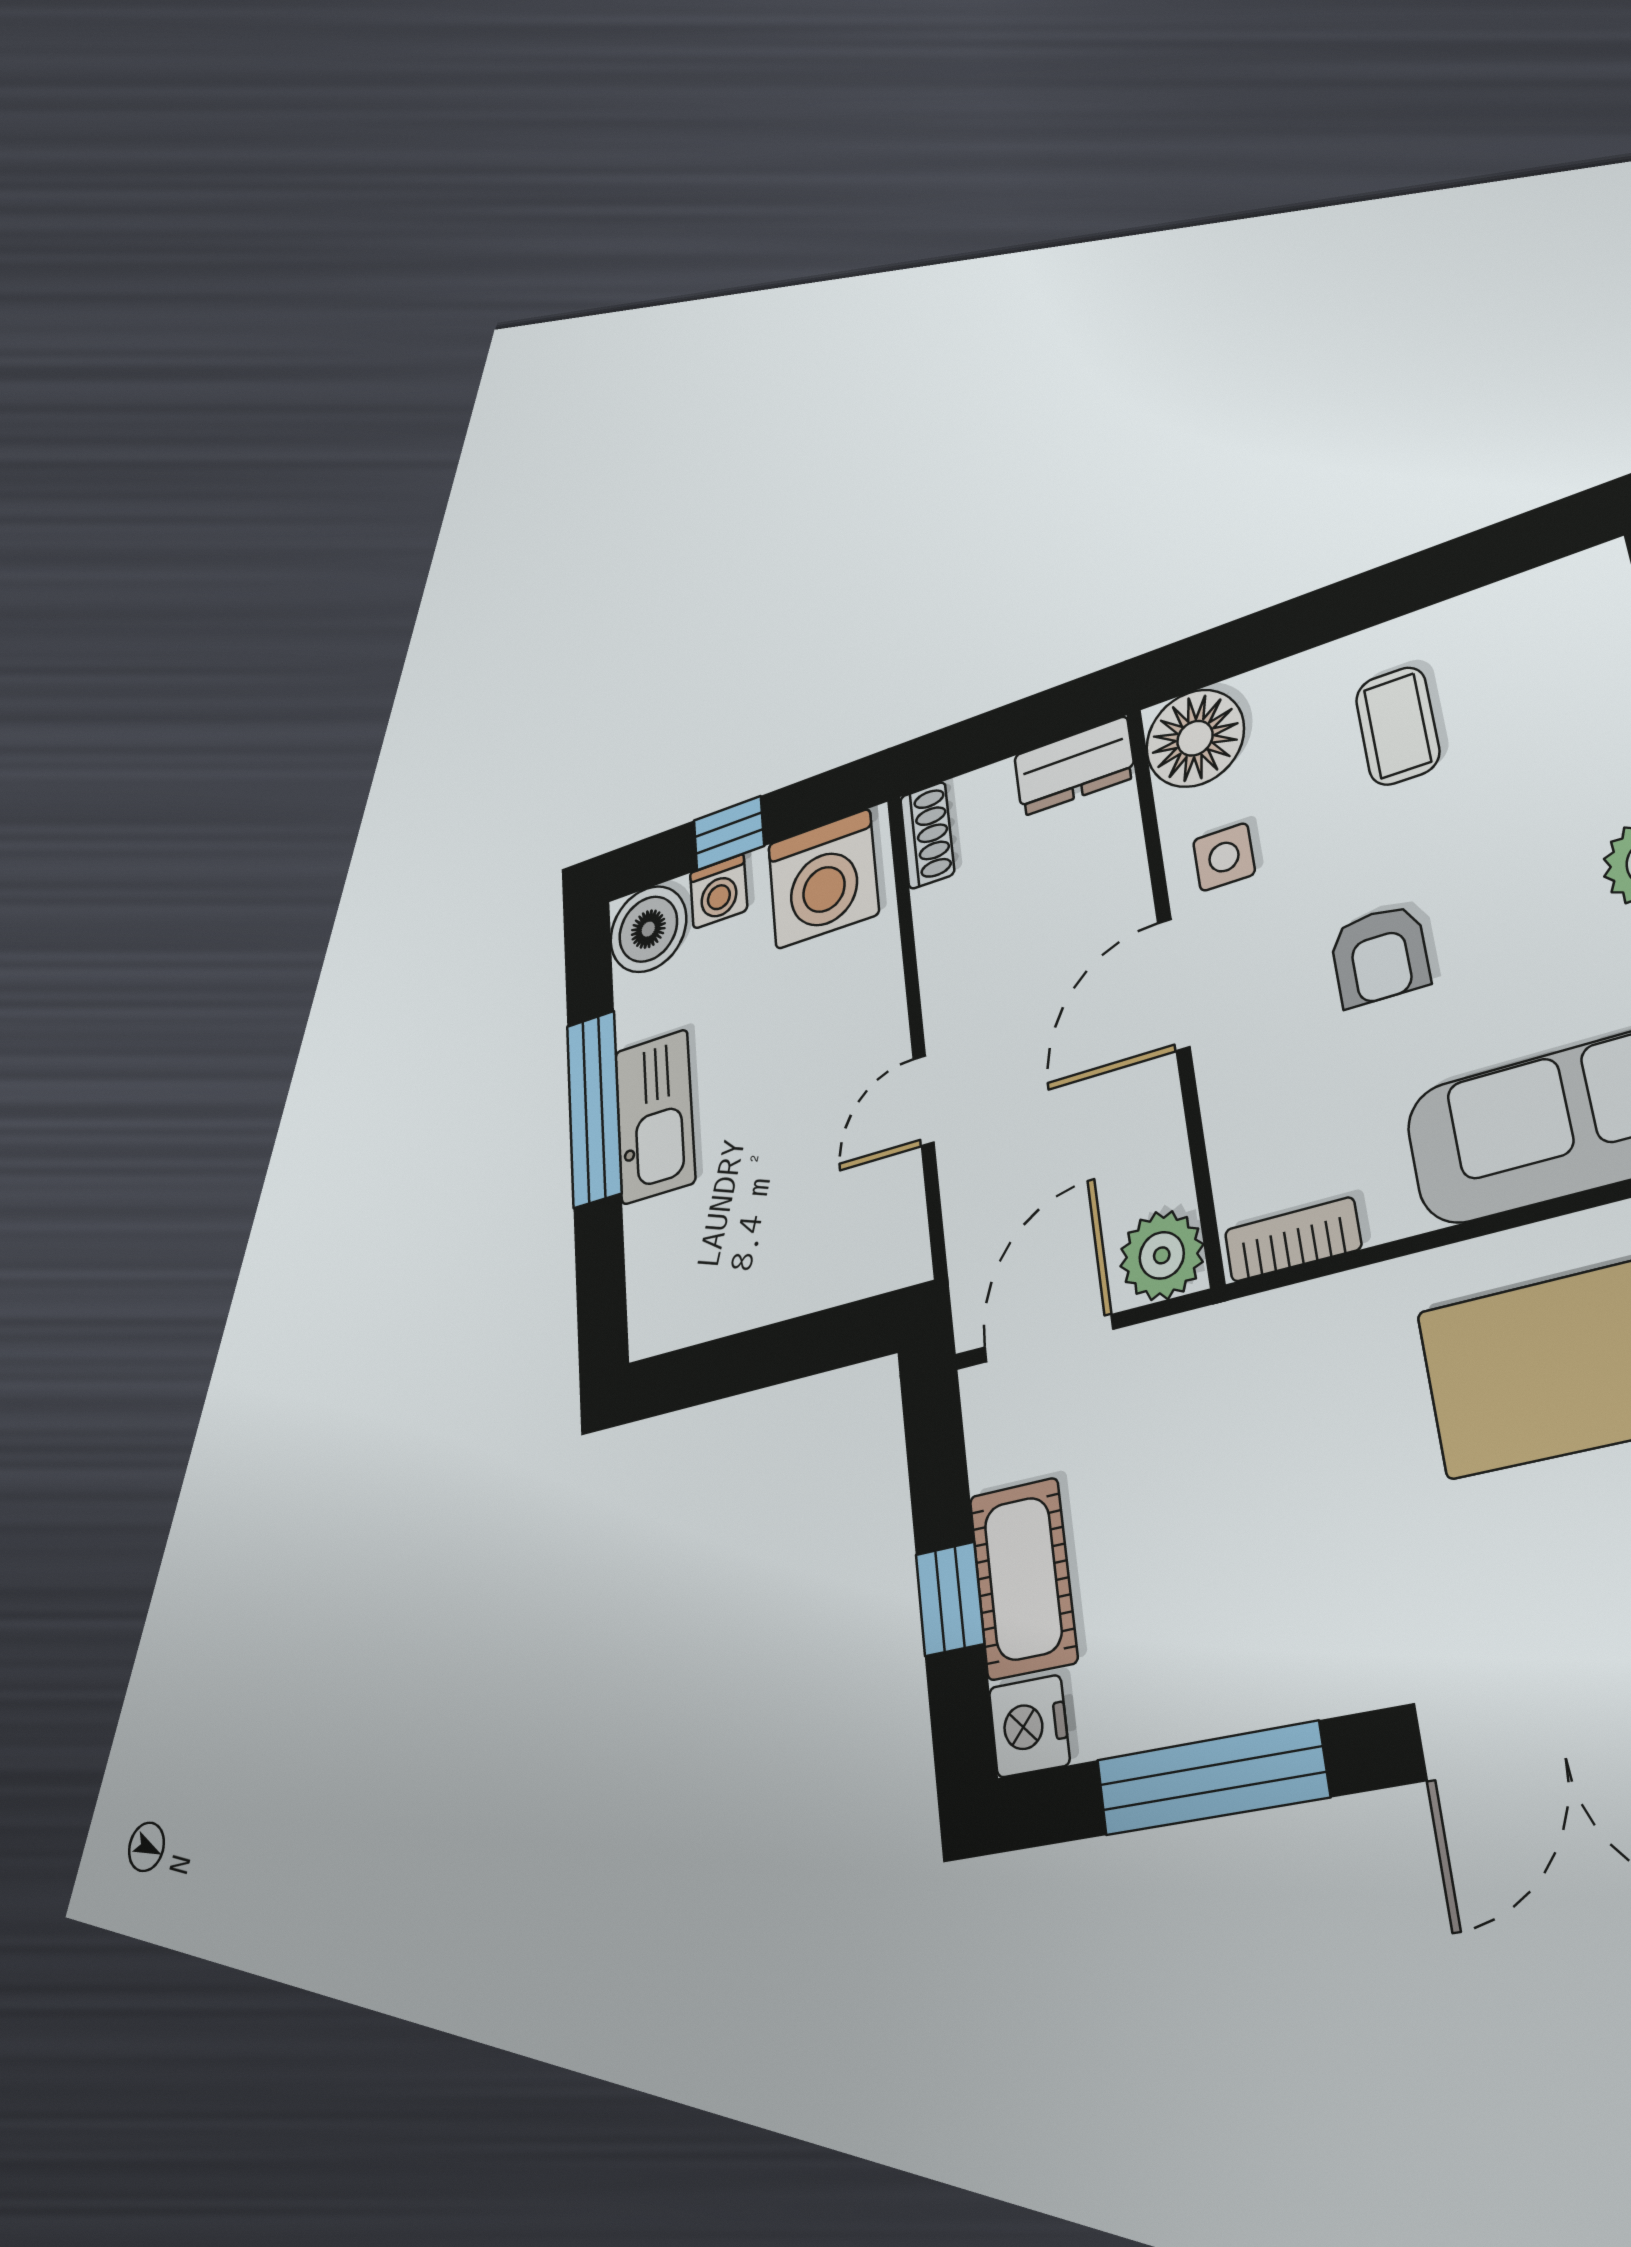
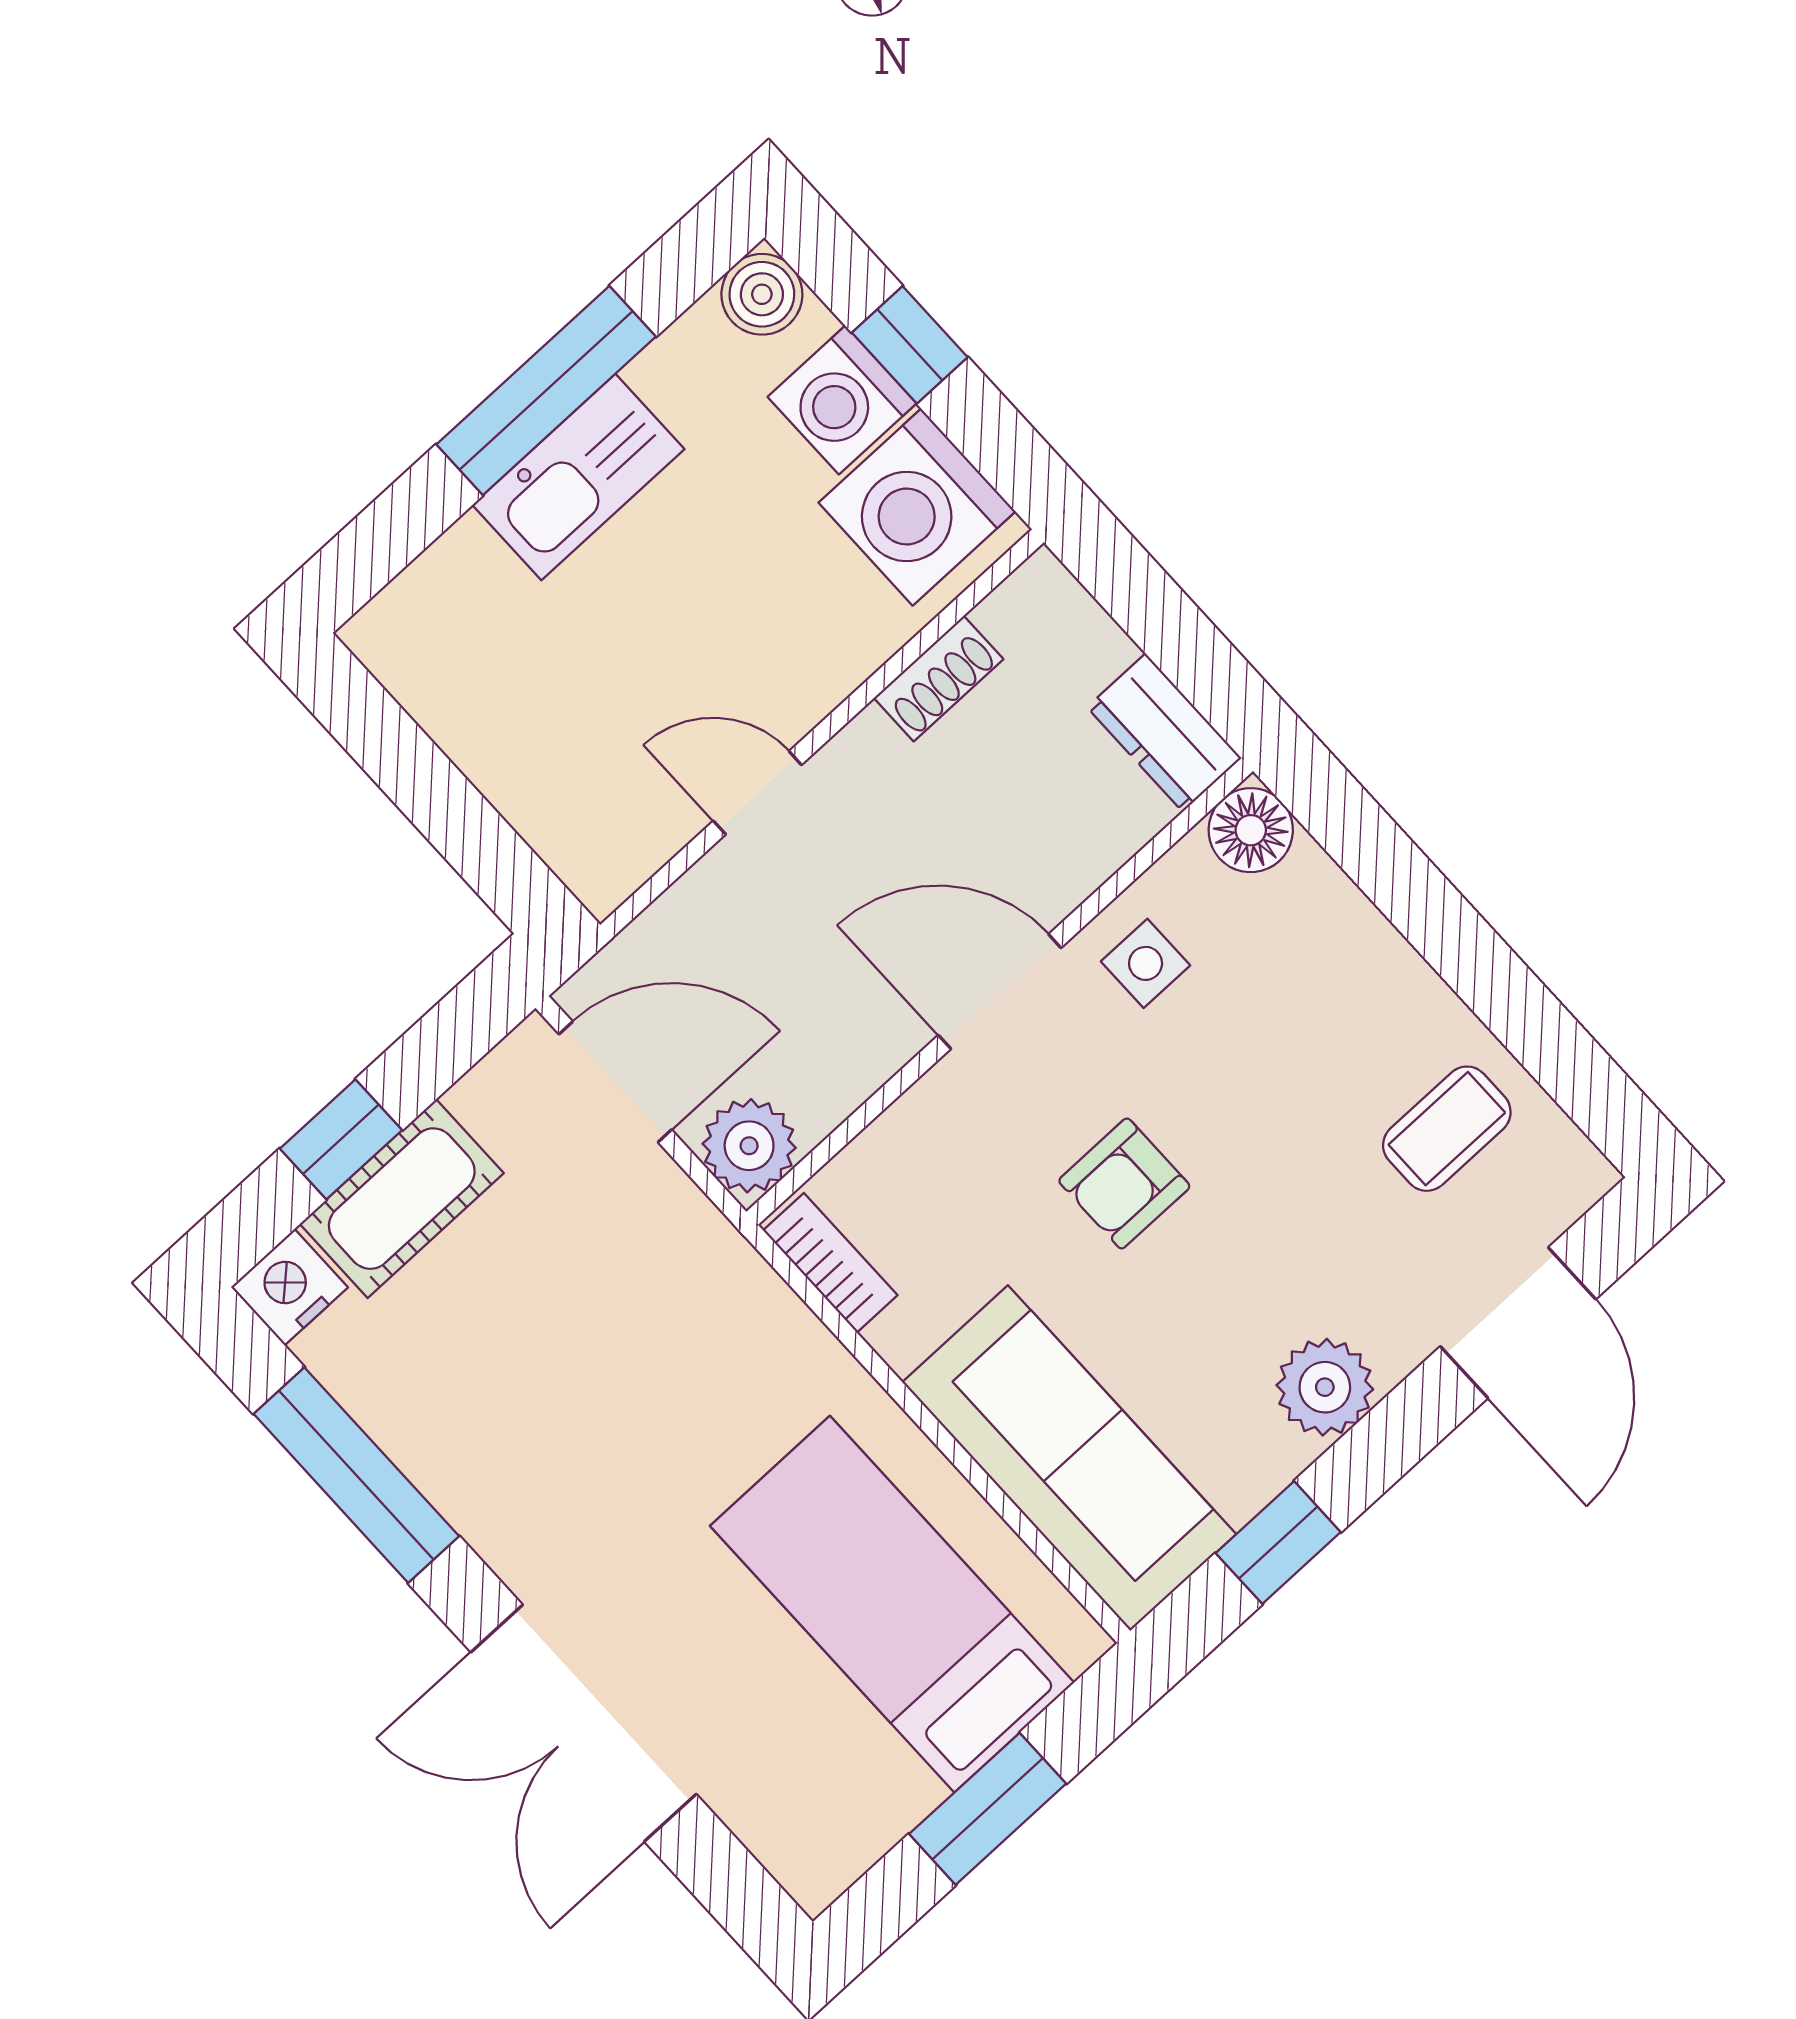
coffee table: (1397, 726) -> (1447, 1129), moved
floor lamp: (1195, 738) -> (1251, 830), width x0.73, depth x0.73
shoe rack: (927, 835) -> (939, 679), moved
washing machine: (719, 891) -> (842, 400), width x1.38, depth x1.38
boiler: (648, 929) -> (762, 294), width x0.73, depth x0.73

